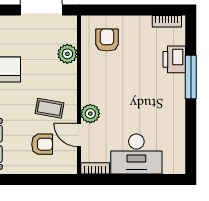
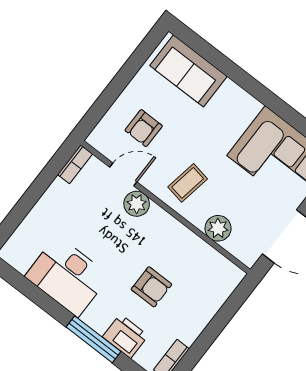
armchair: (107, 40) -> (151, 287), moved
coffee table: (49, 108) -> (188, 183), moved
desk: (136, 154) -> (67, 276), moved, turned -90

